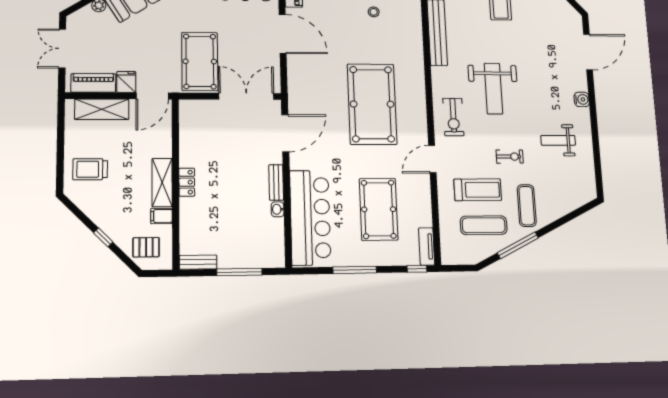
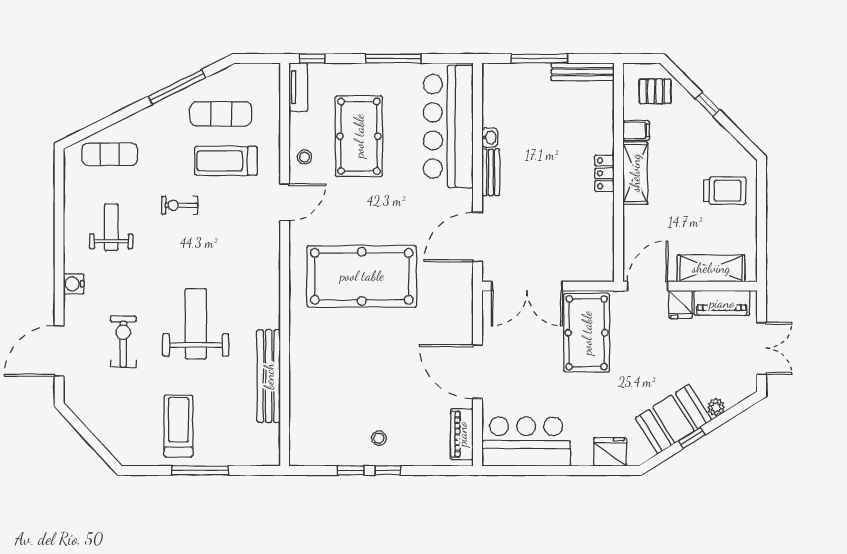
stool: (374, 12) -> (304, 157), moved
weight bench: (493, 89) -> (196, 324), moved
pool table: (372, 104) -> (362, 276), turned 90
exercise bike: (453, 117) -> (123, 342), moved
weight bench: (558, 140) -> (111, 227), turned -90
exercise mat: (527, 206) -> (110, 154), moved, turned 90
bench: (198, 262) -> (583, 72), width x1.36

